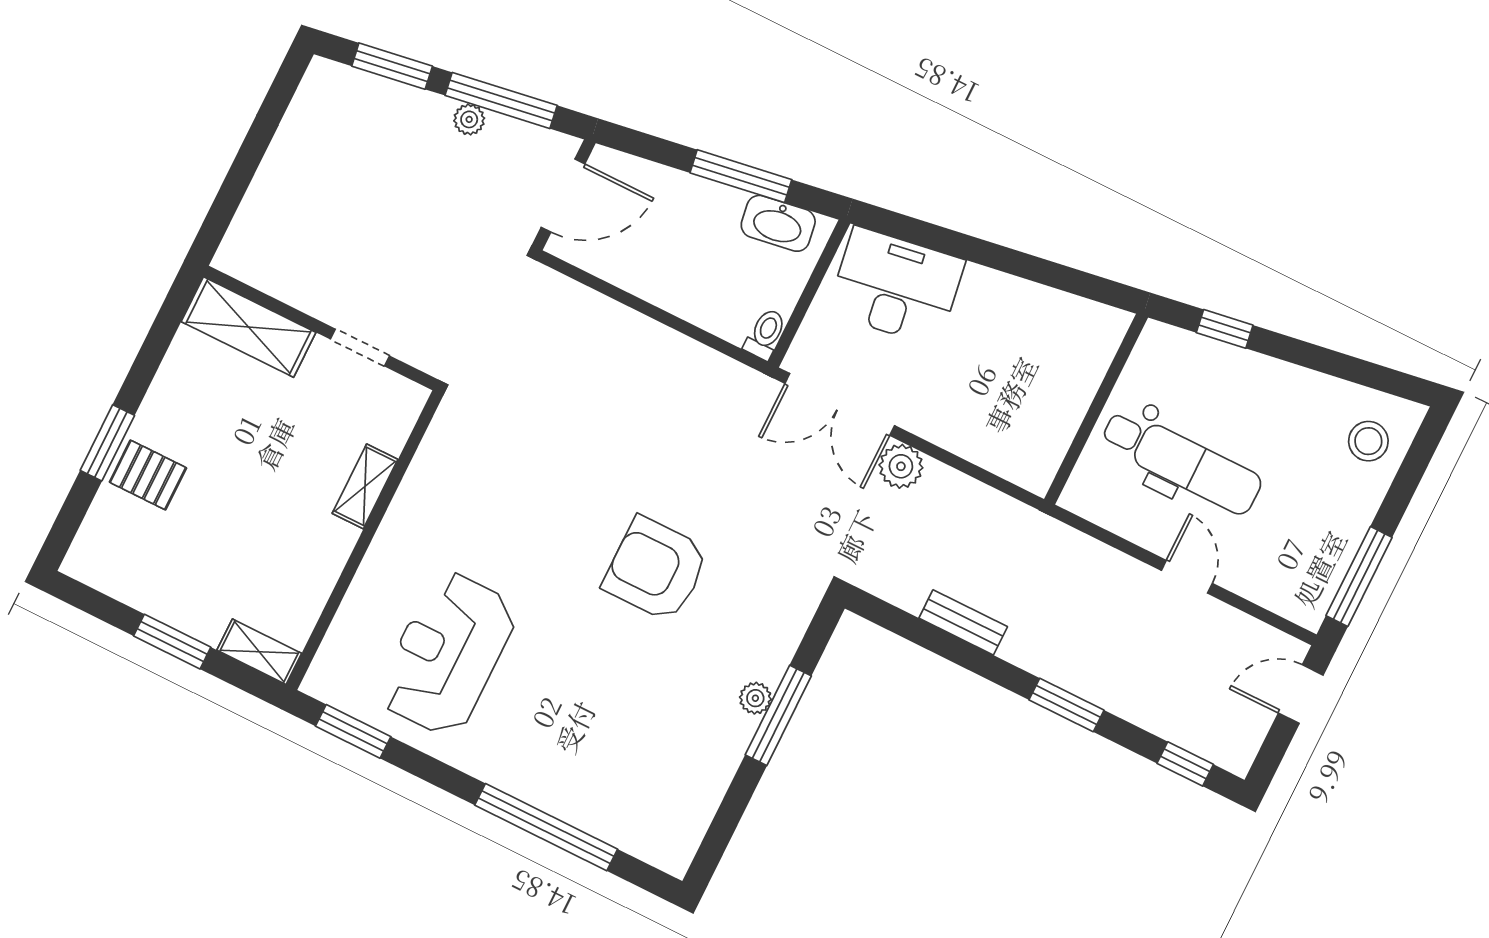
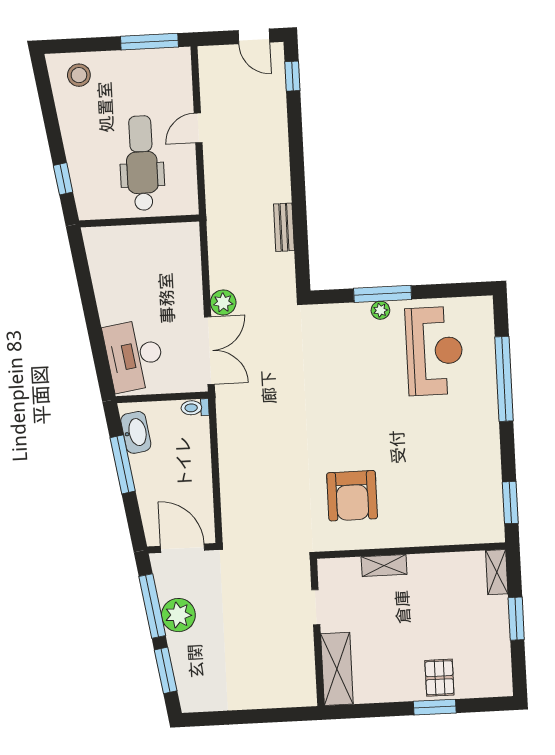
plant: (469, 119) -> (178, 615), width x1.88, depth x1.88
armchair: (656, 569) -> (352, 496), moved
reception desk: (447, 654) -> (434, 351), moved, turned -90
door: (1301, 694) -> (254, 36), moved
window: (1067, 705) -> (296, 152), removed

